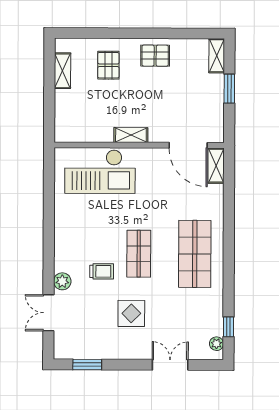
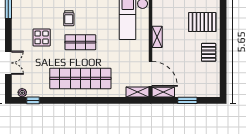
shelving: (217, 56) -> (163, 92), moved
pallet: (108, 65) -> (202, 22), width x1.50, depth x1.42
door: (188, 145) -> (151, 74), swing flipped
shop shelf: (195, 254) -> (80, 78), width x1.40

